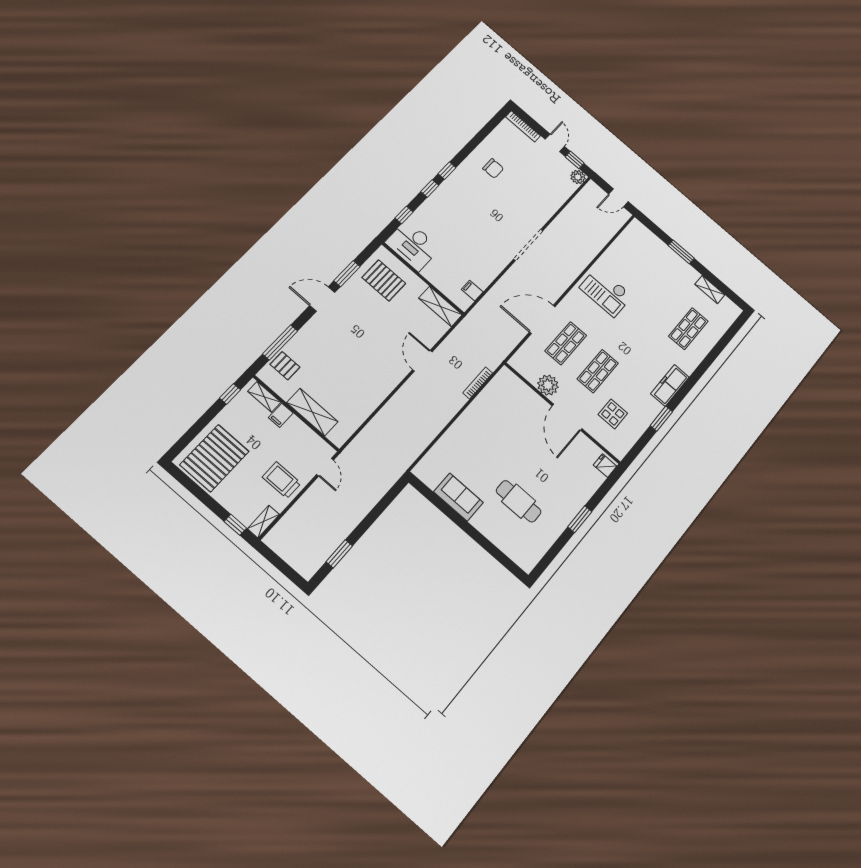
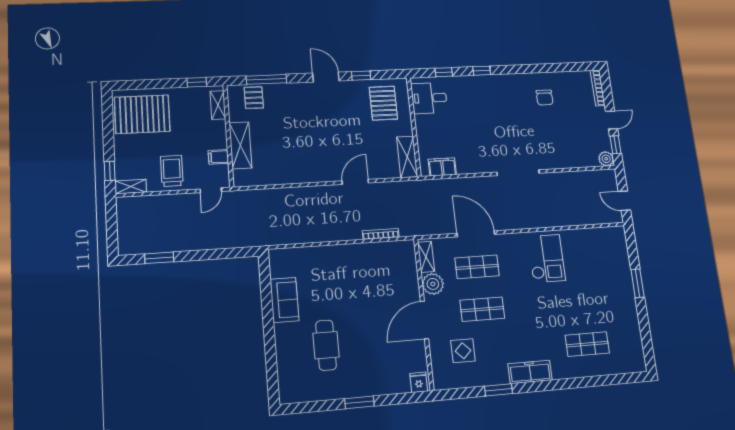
window: (447, 171) -> (507, 70), removed
desk: (413, 245) -> (429, 98), width x0.73
window: (347, 274) -> (361, 76), width x0.67
shelving: (710, 290) -> (426, 257), moved
filing cabinet: (472, 291) -> (442, 167), width x2.00
checkout: (606, 292) -> (546, 258), turned 180
filing cabinet: (281, 415) -> (218, 157), moved

